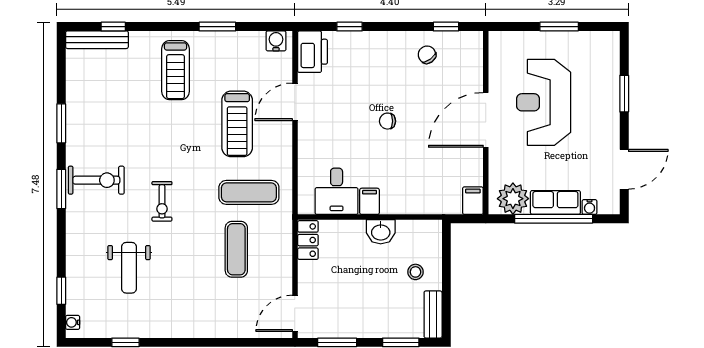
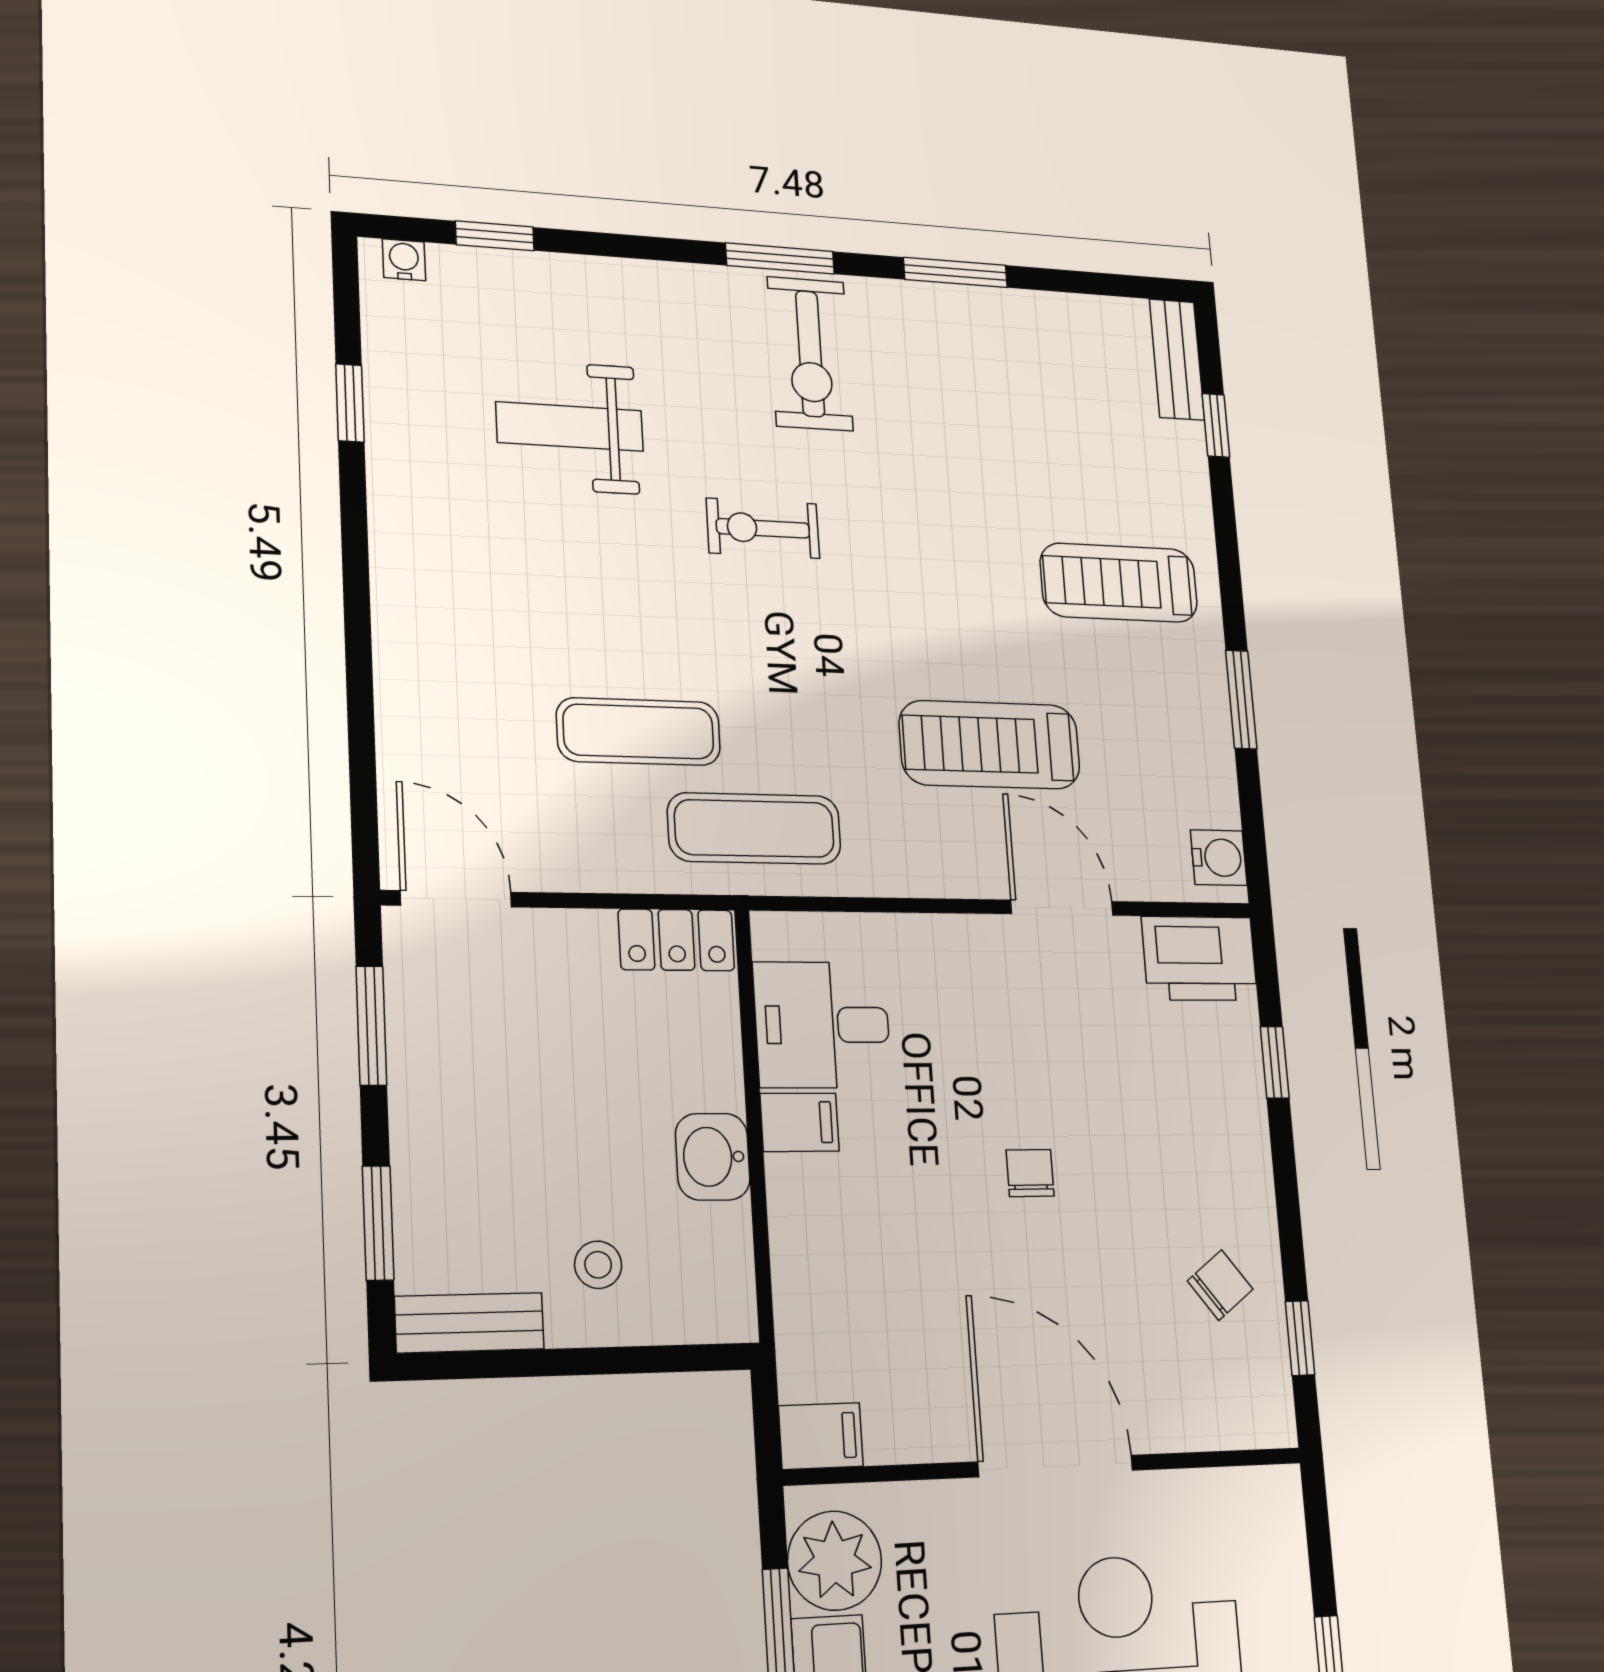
bench: (97, 40) -> (1177, 360), width x0.73
exercise mat: (249, 192) -> (754, 828), moved, turned 90

